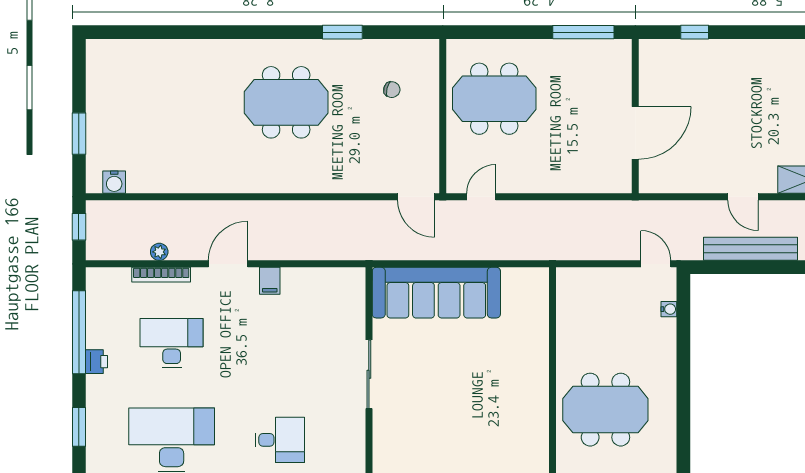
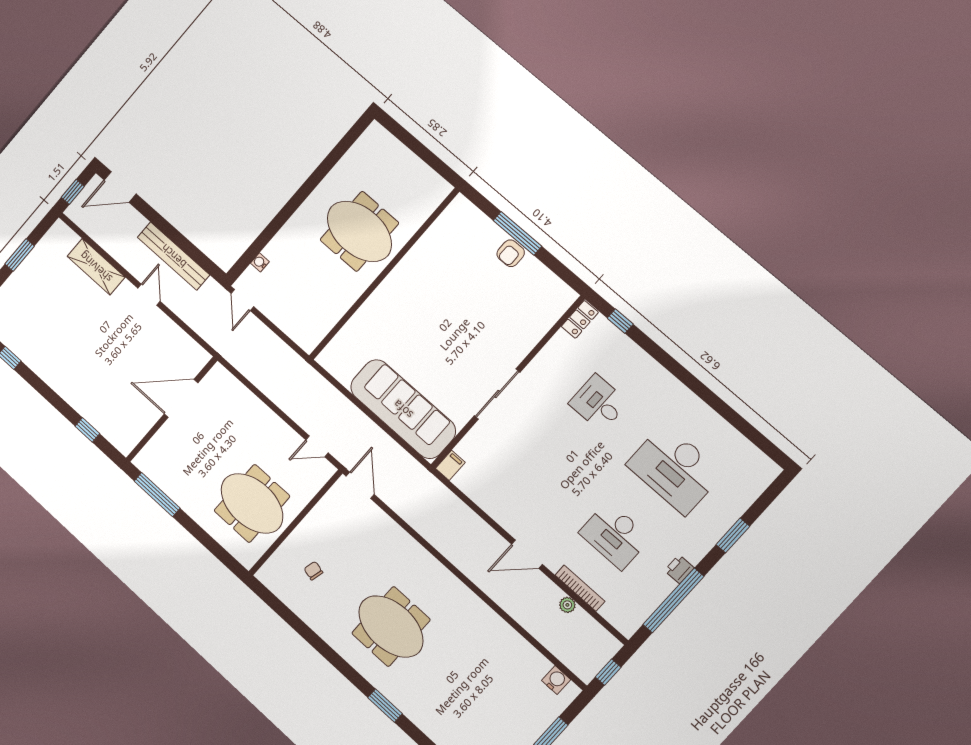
window: (342, 32) -> (385, 706), moved
filing cabinet: (270, 281) -> (450, 465), moved

